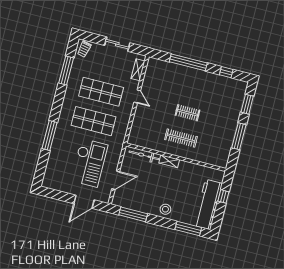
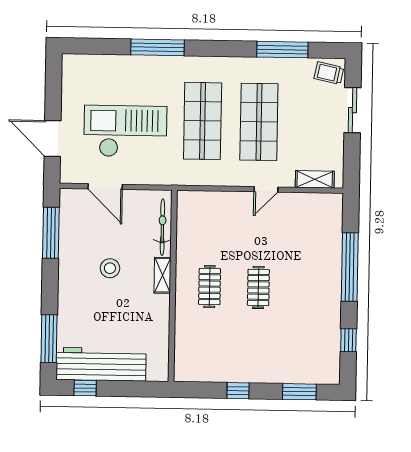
sliding door: (117, 44) -> (353, 110), moved
window: (239, 136) -> (238, 391), width x0.46
clothes rail: (181, 138) -> (210, 287), width x0.73
checkout: (89, 163) -> (125, 131), turned 180
window: (223, 196) -> (85, 388), moved
stool: (165, 209) -> (110, 268), moved

